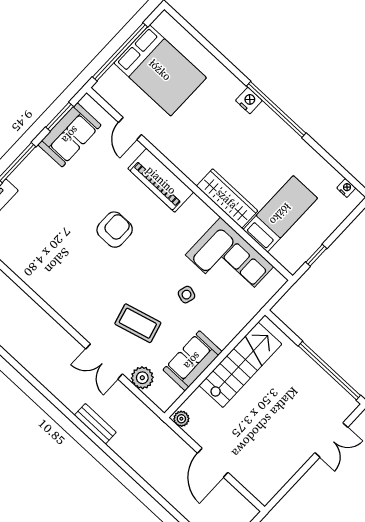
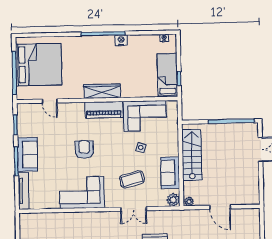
bed: (160, 70) -> (39, 64), width x1.36
nightstand: (249, 101) -> (121, 40), moved
sofa: (70, 135) -> (27, 155), moved
piano: (161, 180) -> (104, 110), moved
wardrobe: (227, 199) -> (102, 91), moved
bed: (280, 214) -> (167, 75), moved
corner sofa: (60, 280) -> (82, 193), added
plant: (142, 378) -> (173, 200), moved

